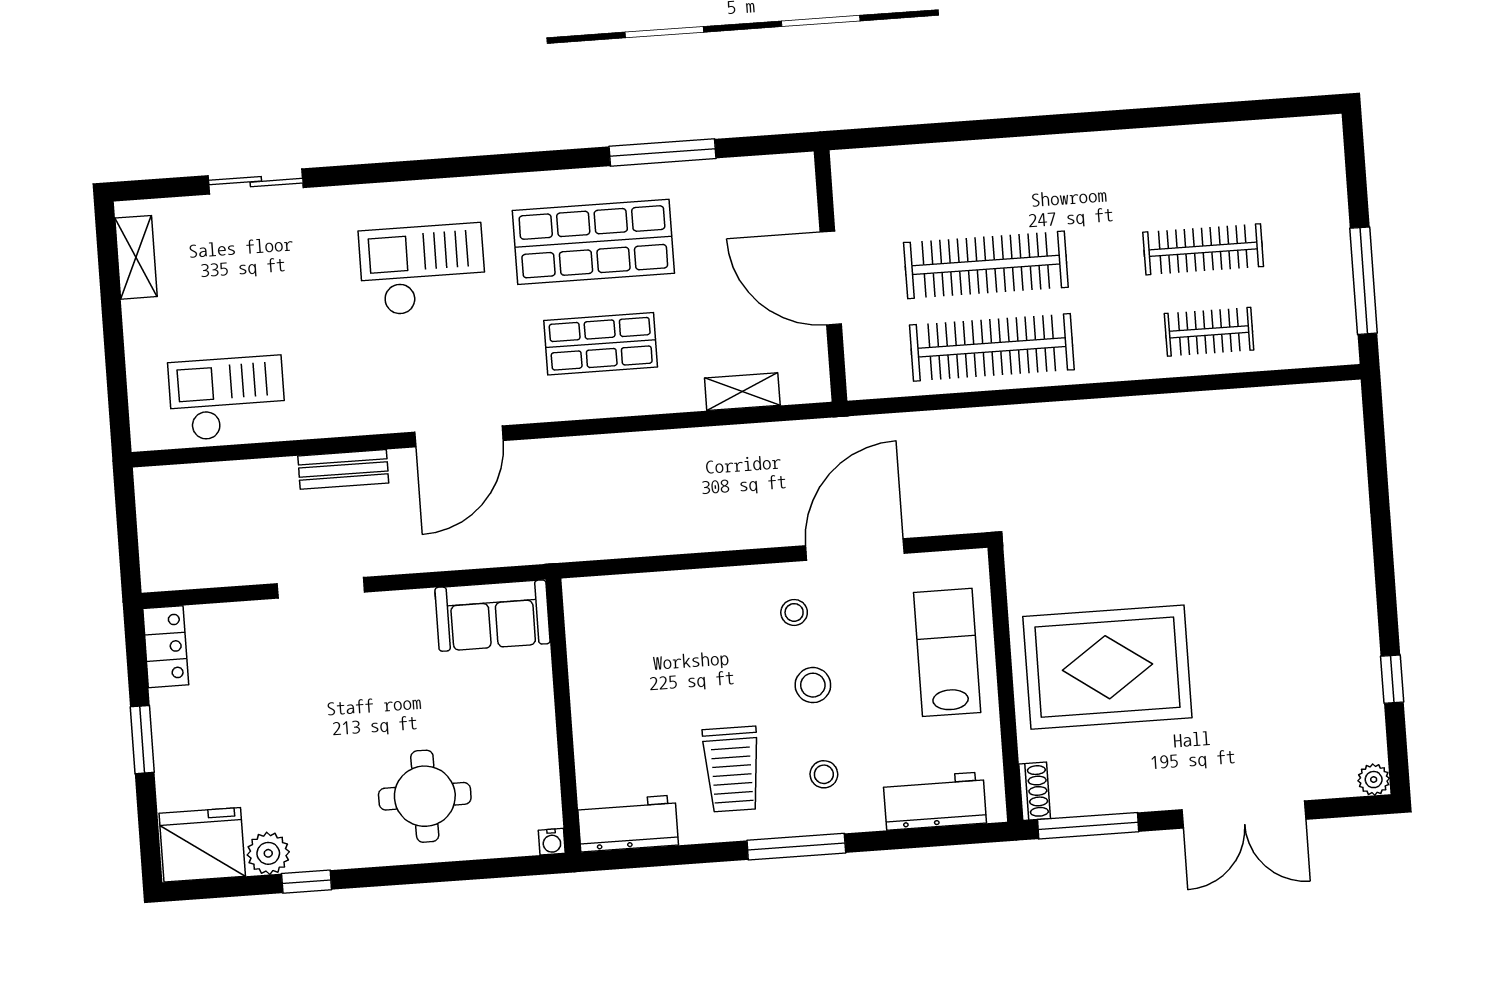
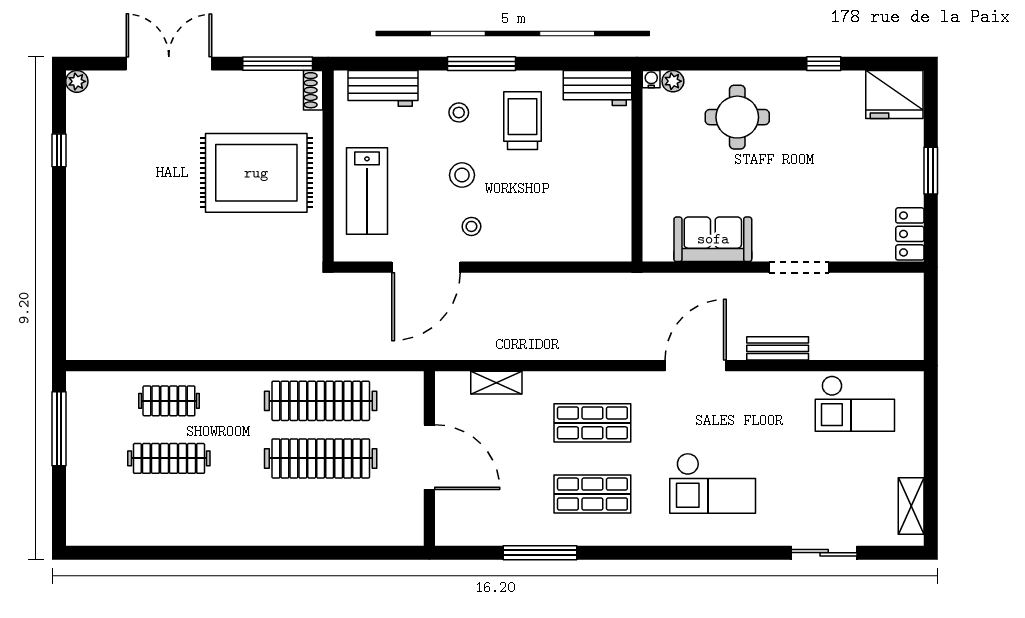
shop shelf: (593, 242) -> (592, 494), width x0.70, depth x0.74
sofa: (493, 616) -> (713, 239), moved
plant: (268, 853) -> (673, 81), moved, width x0.73, depth x0.73

